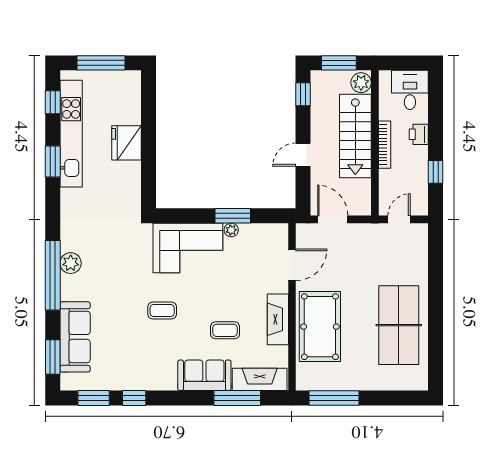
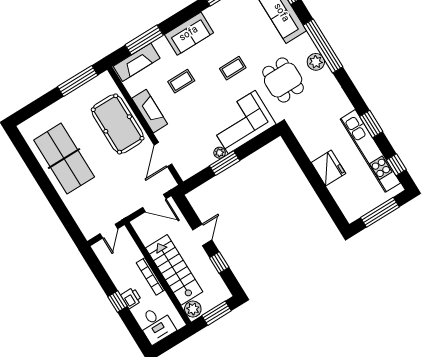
window: (303, 94) -> (219, 263), moved
window: (436, 172) -> (118, 301), moved
dining table: (117, 265) -> (283, 80), added
sofa: (204, 375) -> (189, 34), moved

